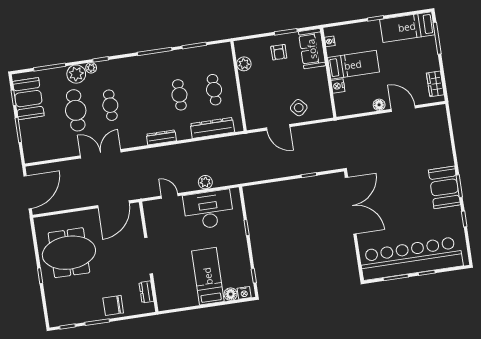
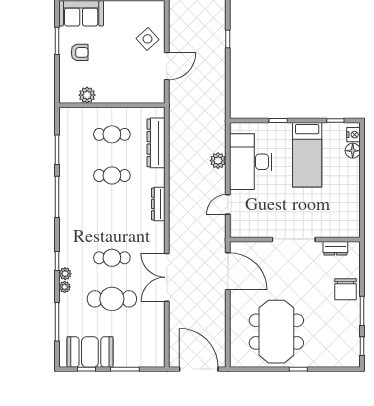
plant: (76, 74) -> (65, 287), width x0.53, depth x0.53
bed: (208, 276) -> (307, 155), moved, turned -90

